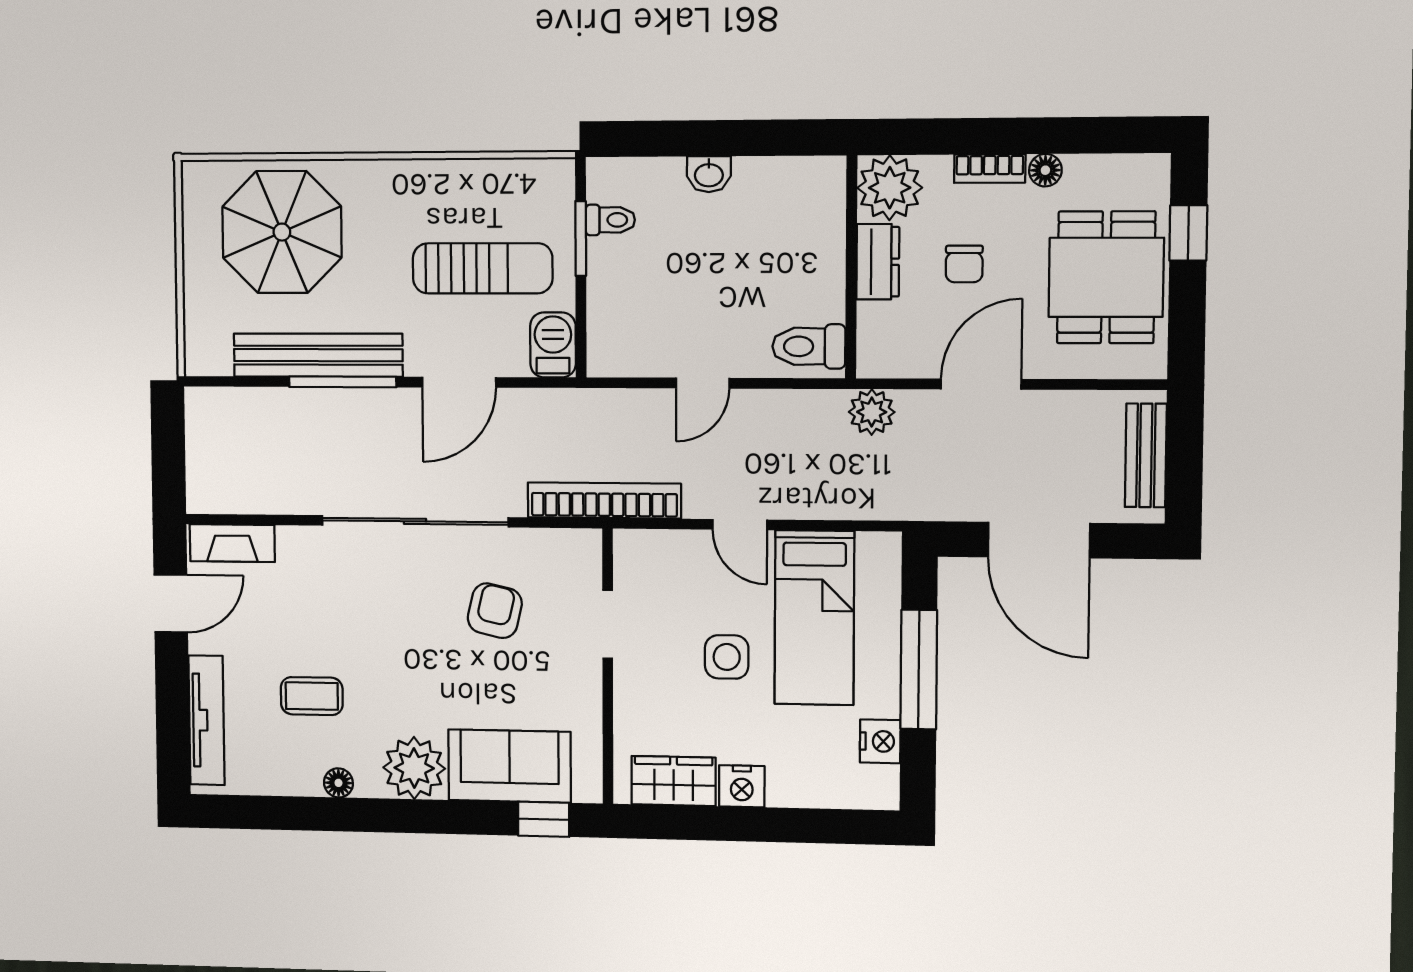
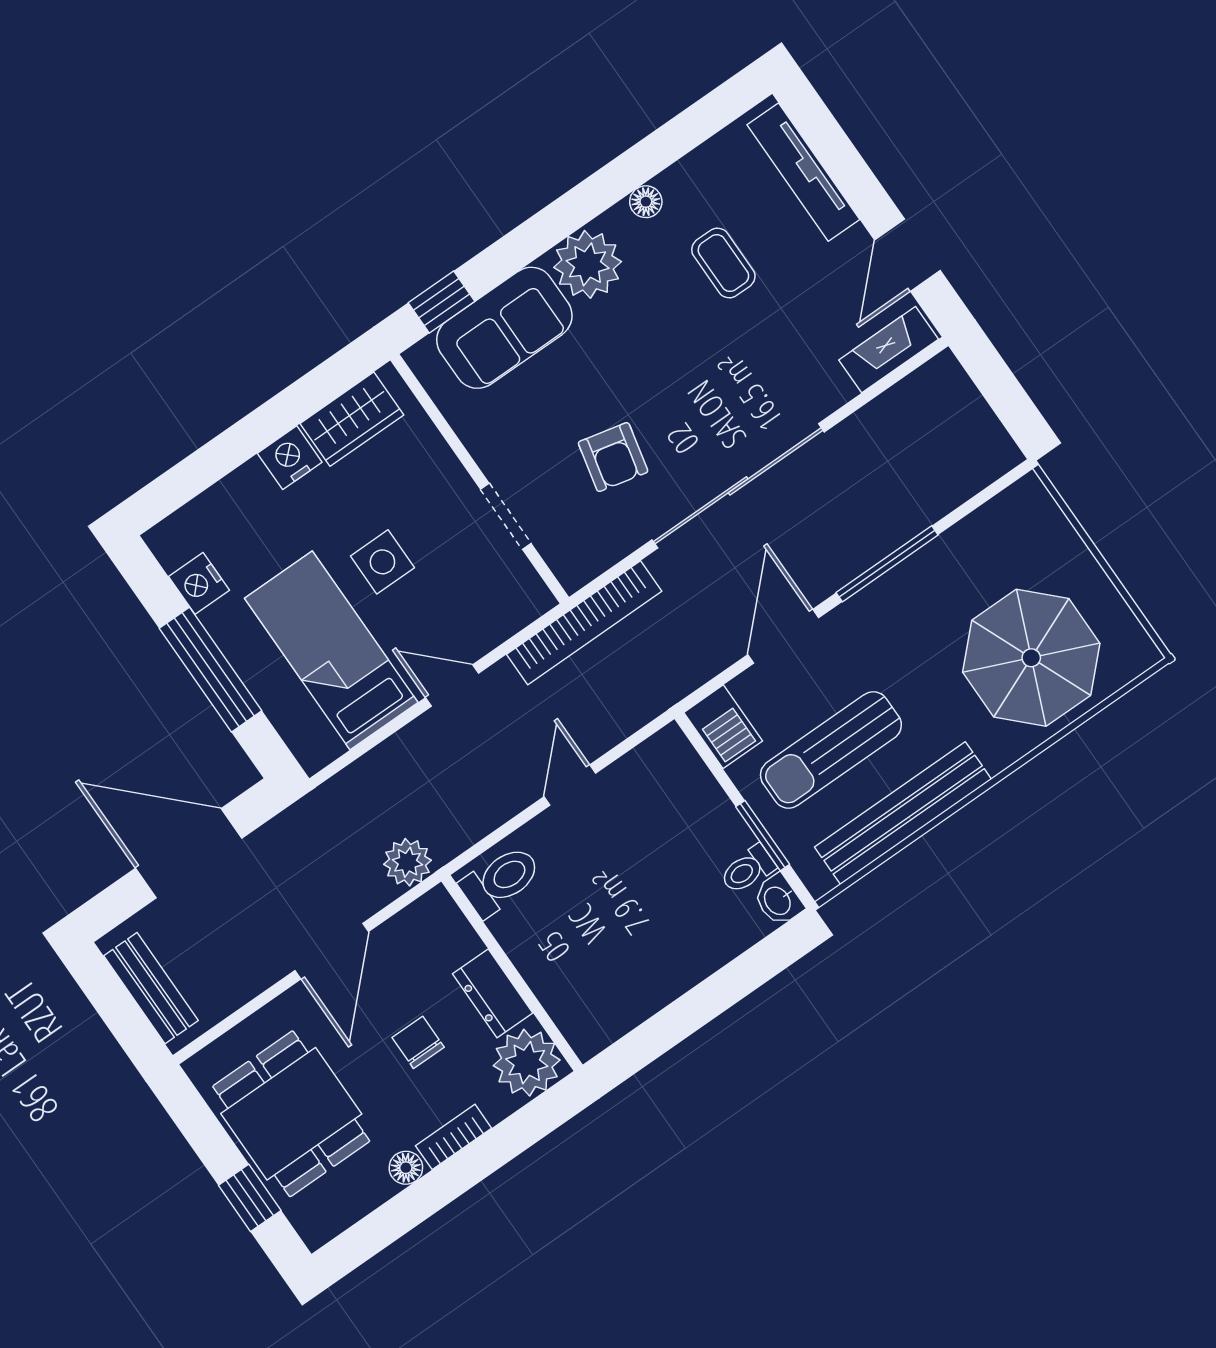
washbasin: (709, 174) -> (778, 900), moved, turned -90
bench: (318, 355) -> (903, 813), moved
coffee table: (312, 696) -> (723, 263), turned 90

